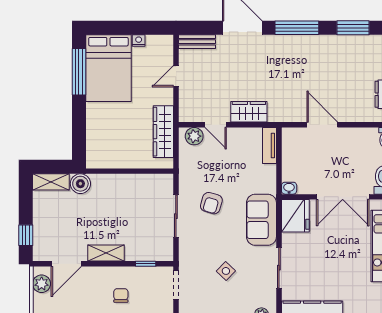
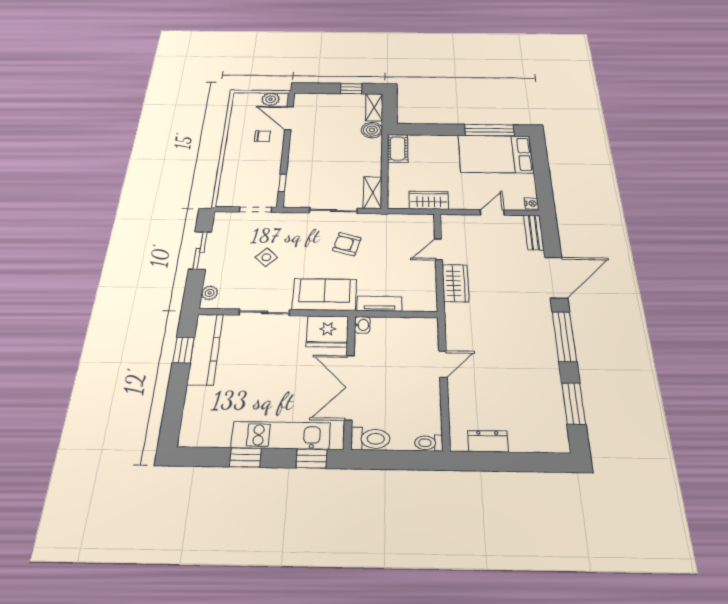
nightstand: (139, 41) -> (531, 203), moved
door: (176, 76) -> (492, 212), hinge flipped
door: (322, 125) -> (443, 364), width x0.73
wardrobe: (163, 132) -> (429, 200), width x0.67
plant: (194, 136) -> (425, 229), removed
tv unit: (269, 145) -> (380, 304), moved
cot: (103, 159) -> (398, 148), added
window: (26, 235) -> (351, 89), moved
shelving: (106, 253) -> (373, 192), moved
chair: (121, 296) -> (262, 136), moved

